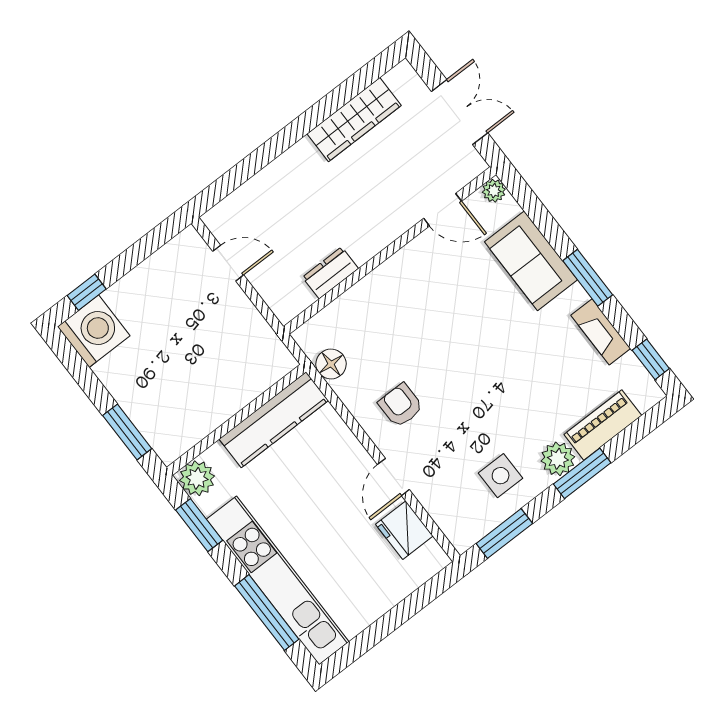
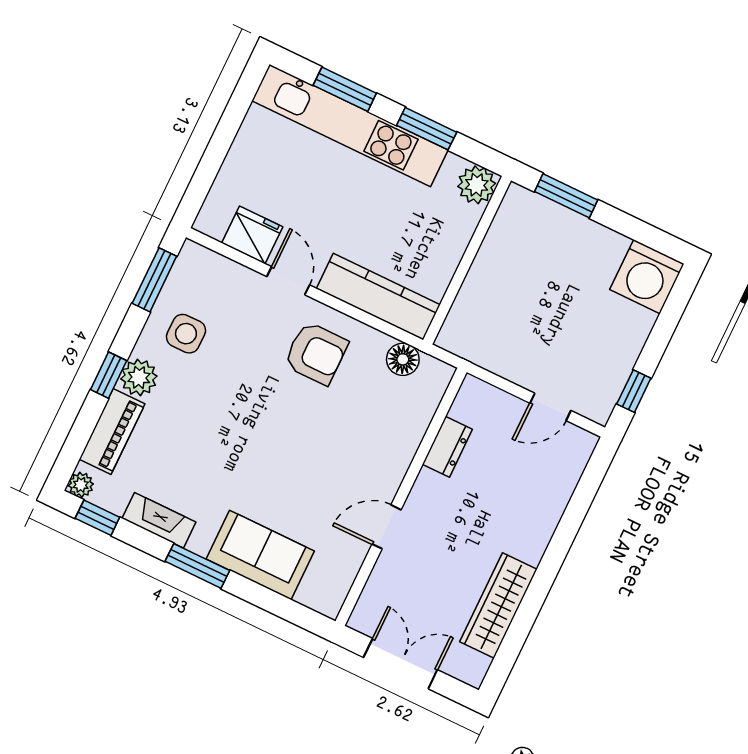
double door: (460, 112) -> (400, 664), swing flipped
plant: (494, 191) -> (81, 485), moved
door: (443, 210) -> (386, 527), moved
window: (87, 292) -> (634, 391), moved
armchair: (401, 405) -> (316, 353), width x1.38, depth x1.38
kitchen counter: (274, 420) -> (378, 297), moved, turned 90
window: (582, 473) -> (109, 375), width x0.67
window: (199, 525) -> (427, 129), moved
window: (267, 613) -> (345, 89), width x0.69

